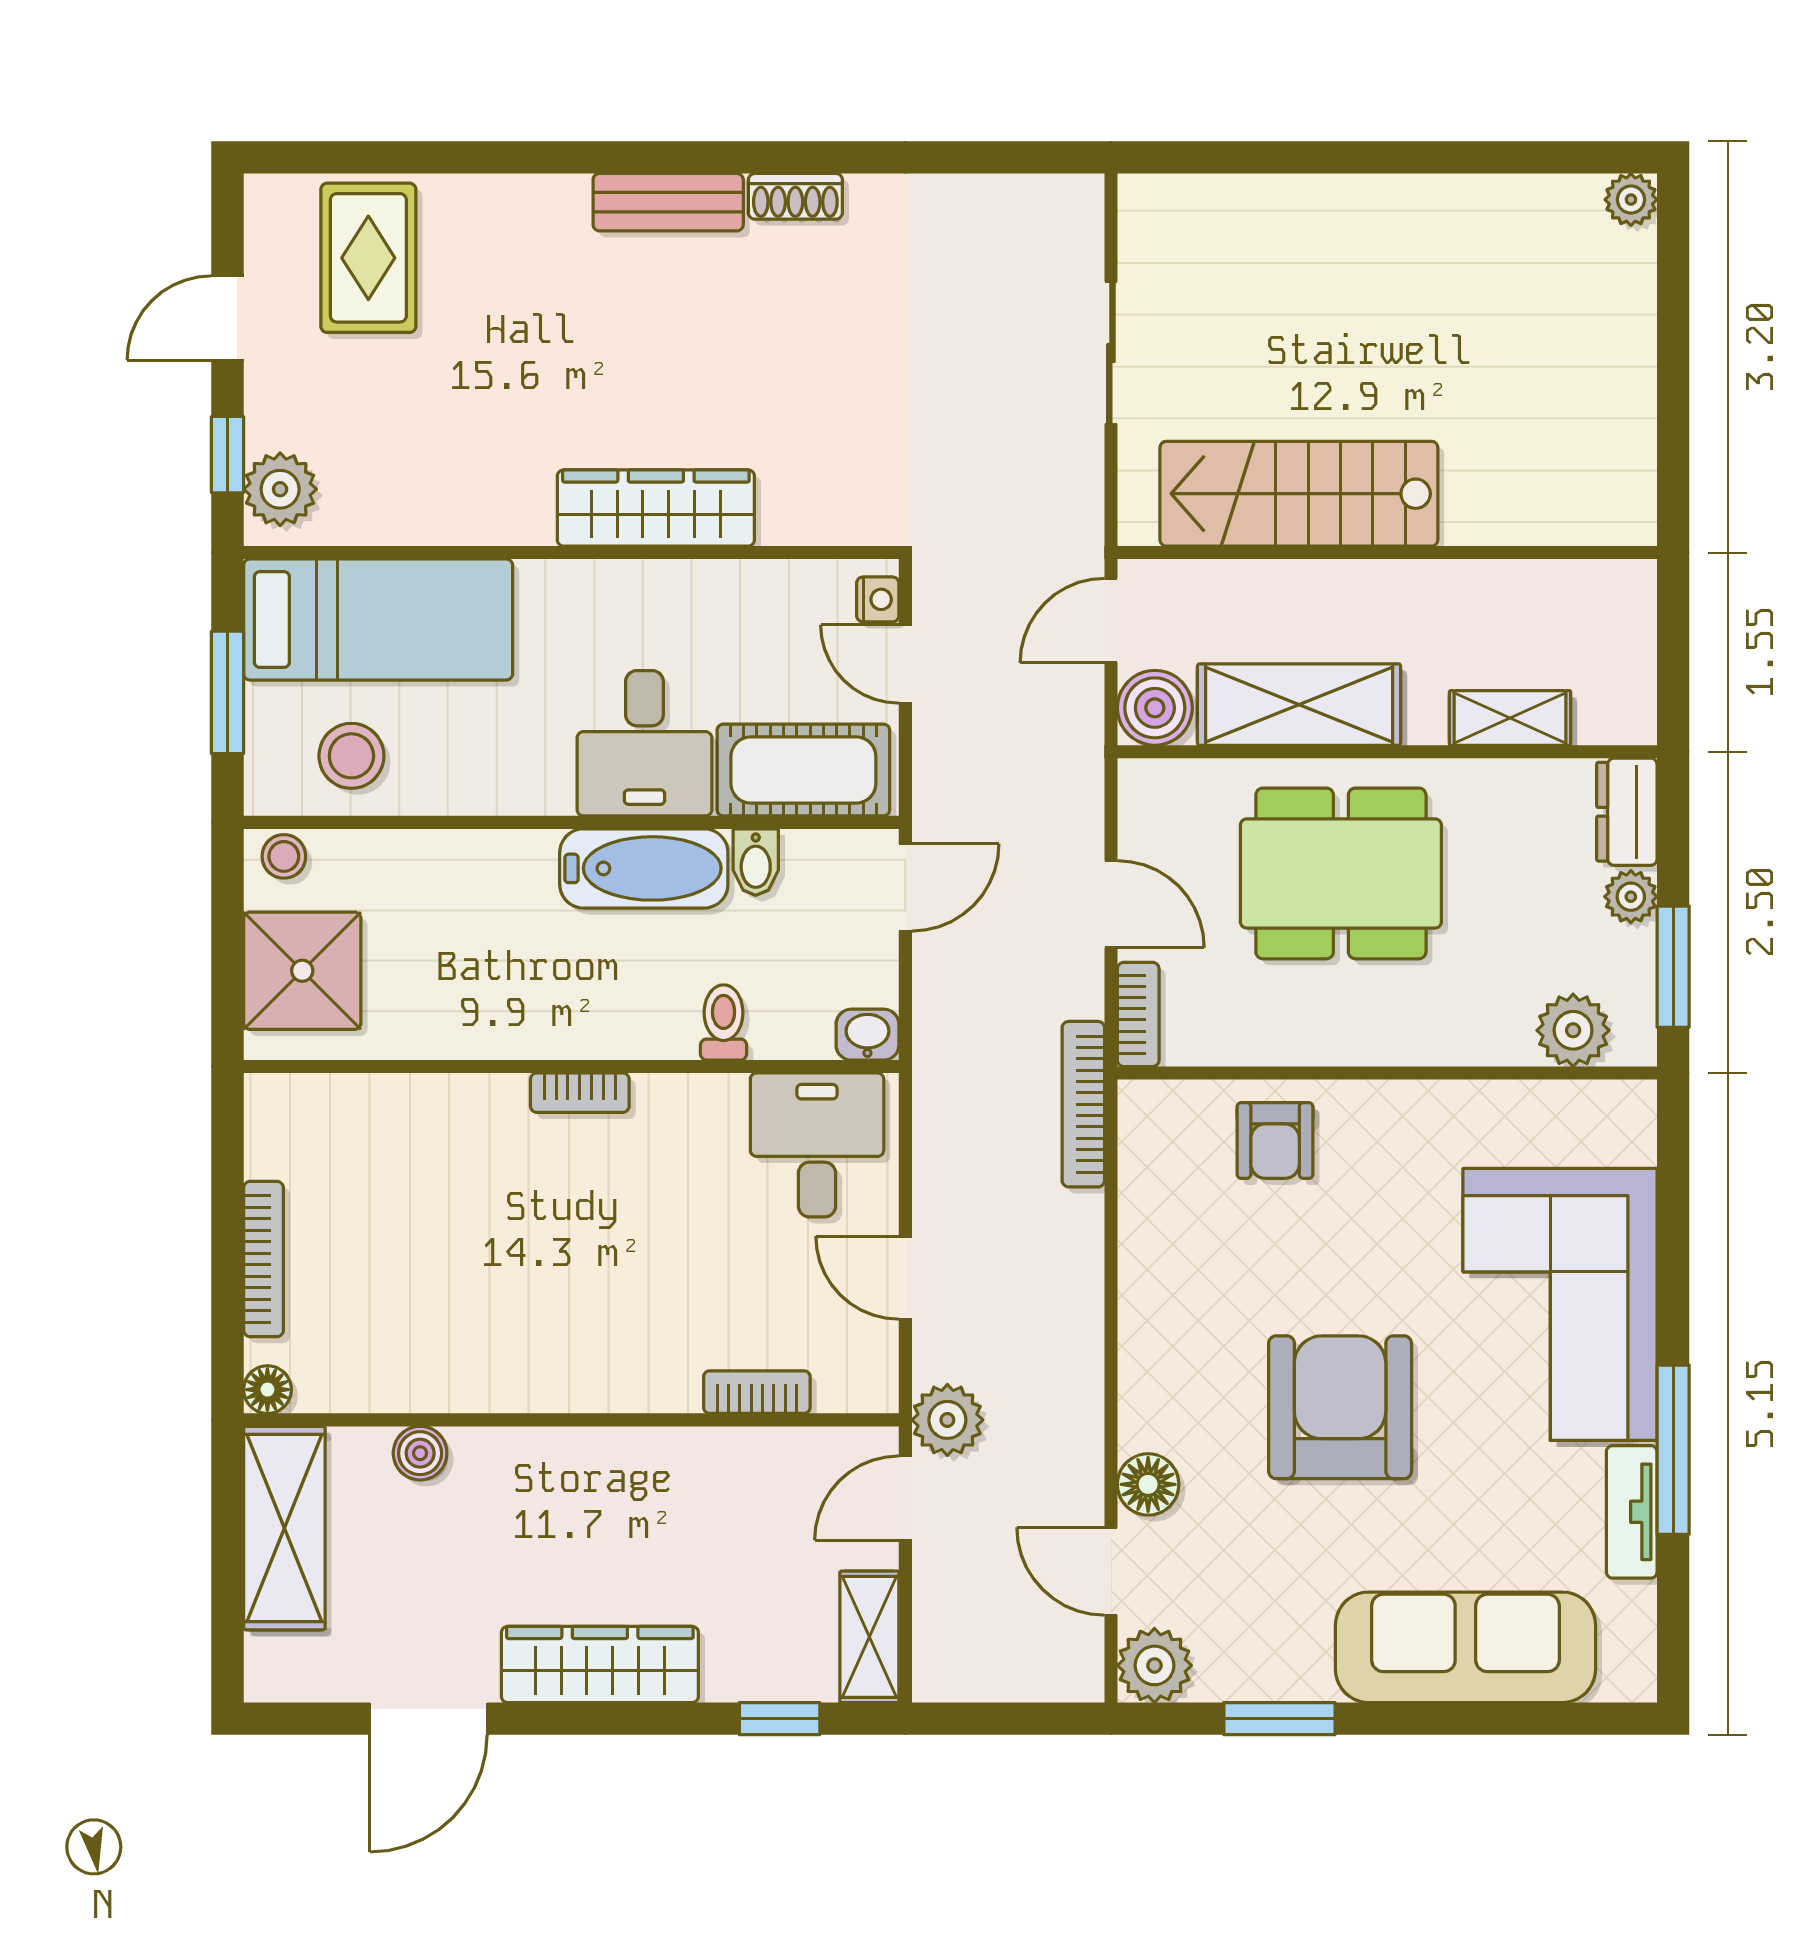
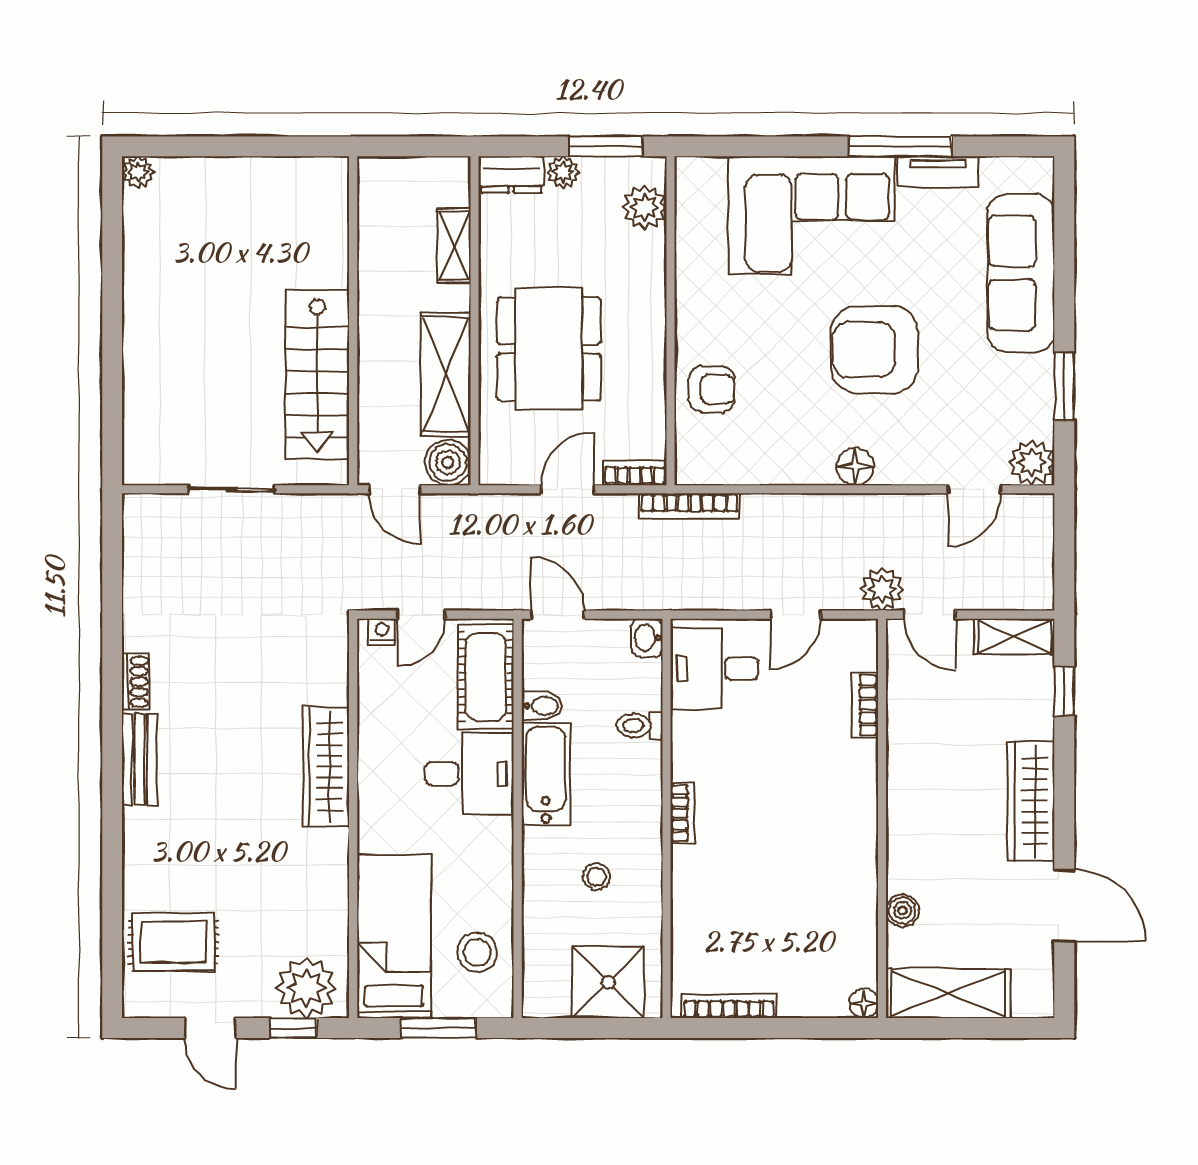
plant: (280, 489) -> (306, 988), width x1.36, depth x1.36
stool: (284, 856) -> (597, 877), moved
bookcase: (263, 1259) -> (729, 1006), moved
floor lamp: (1148, 1484) -> (855, 467), moved

